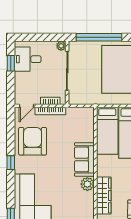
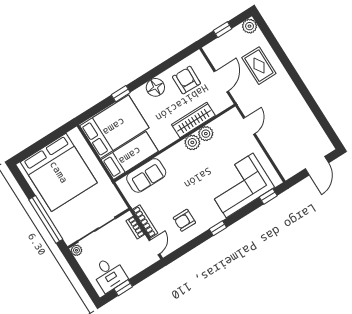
door: (27, 106) -> (154, 247), hinge flipped
armchair: (33, 141) -> (184, 220), width x0.53, depth x0.53
sofa: (84, 159) -> (146, 175), moved
plant: (88, 198) -> (206, 134), added

